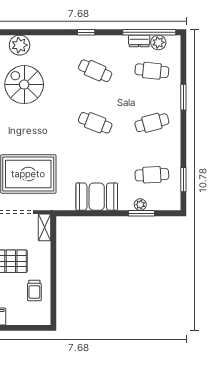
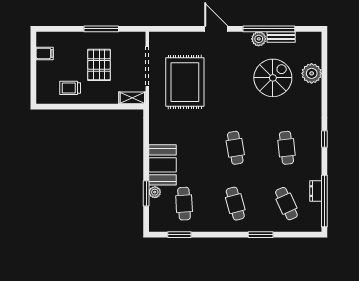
plant: (158, 42) -> (314, 210), removed
cafe table: (95, 71) -> (286, 148), turned -30
cafe table: (152, 71) -> (286, 204), turned -30
cafe table: (95, 123) -> (235, 148), turned -30
booth: (97, 197) -> (163, 165), moved

